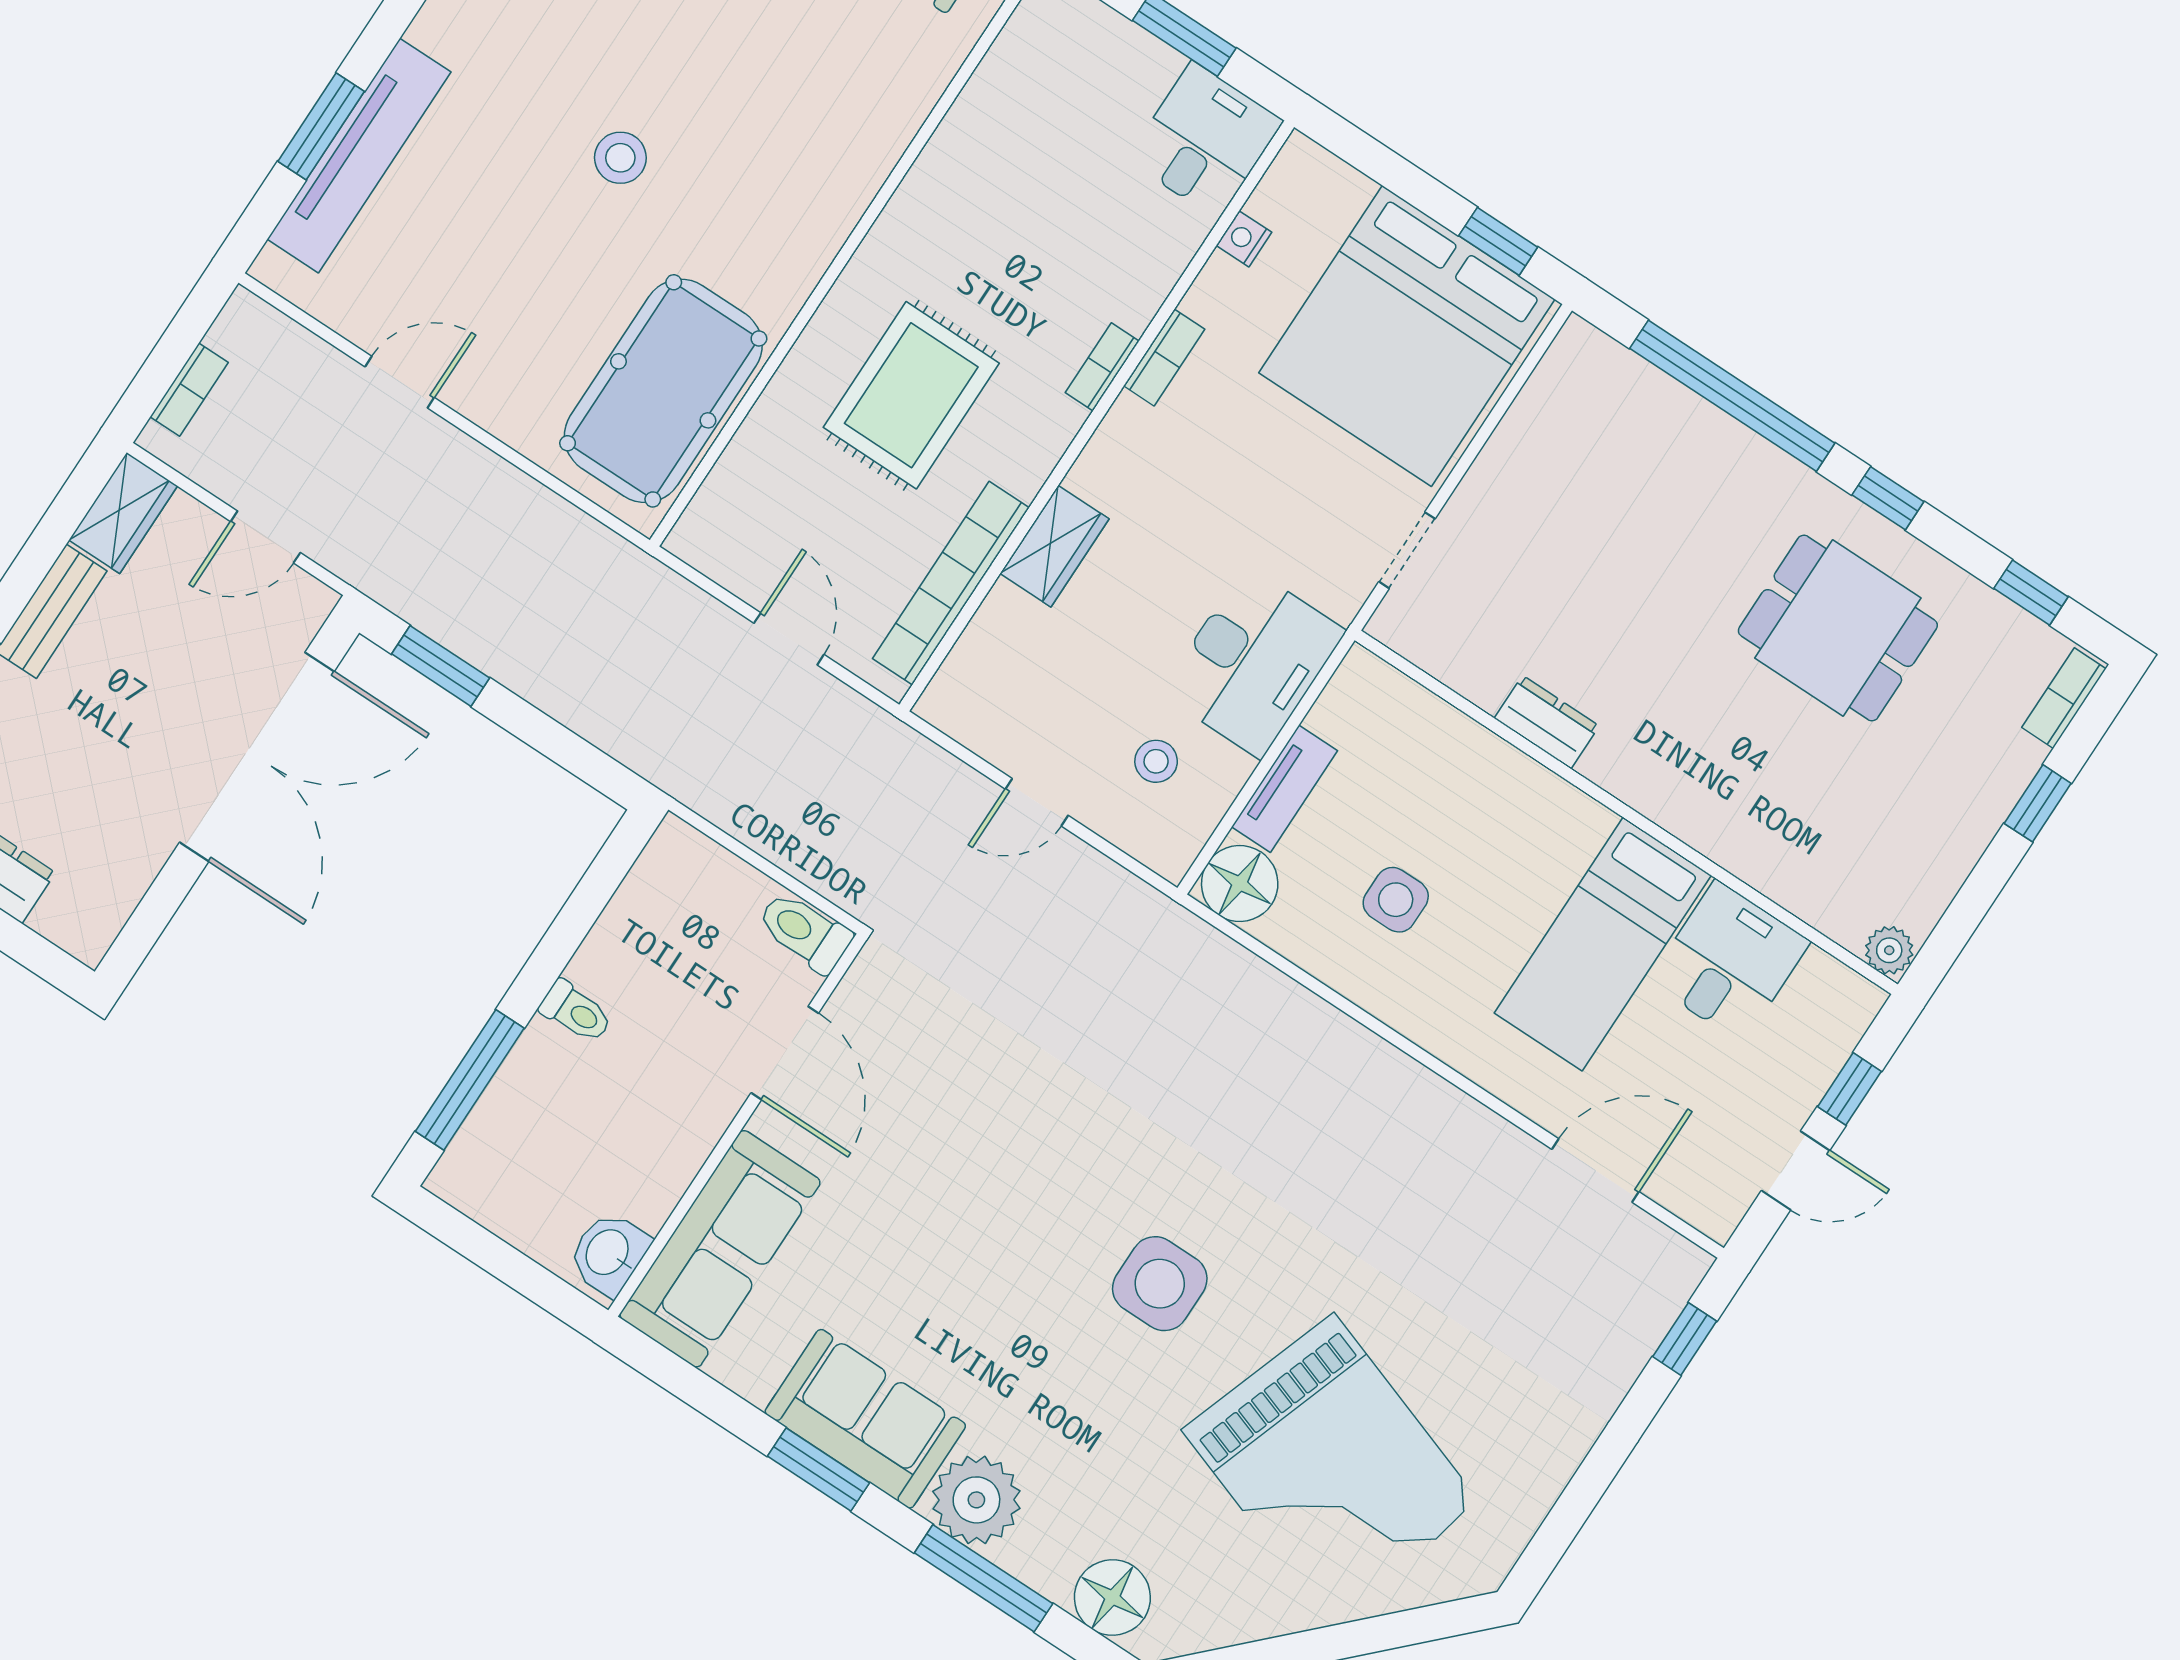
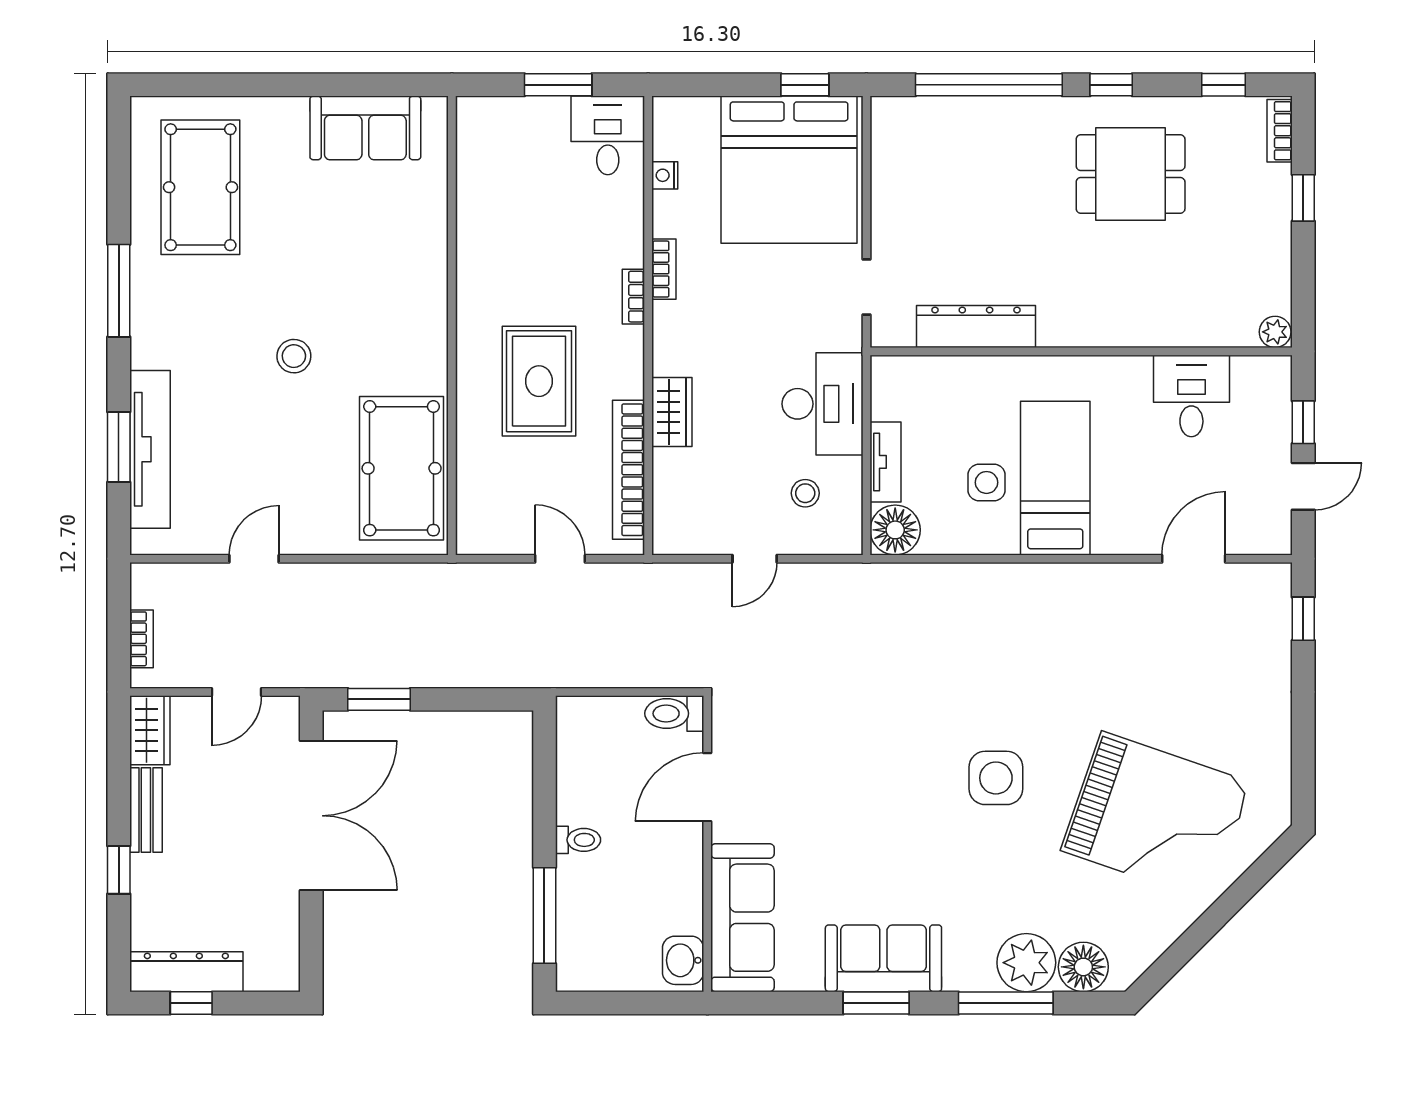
dresser: (1547, 722) -> (976, 327), width x1.96, depth x1.24
bed: (1603, 944) -> (1055, 478), moved, turned 180
door: (785, 1053) -> (707, 787), swing flipped
plant: (976, 1500) -> (1026, 963), moved

